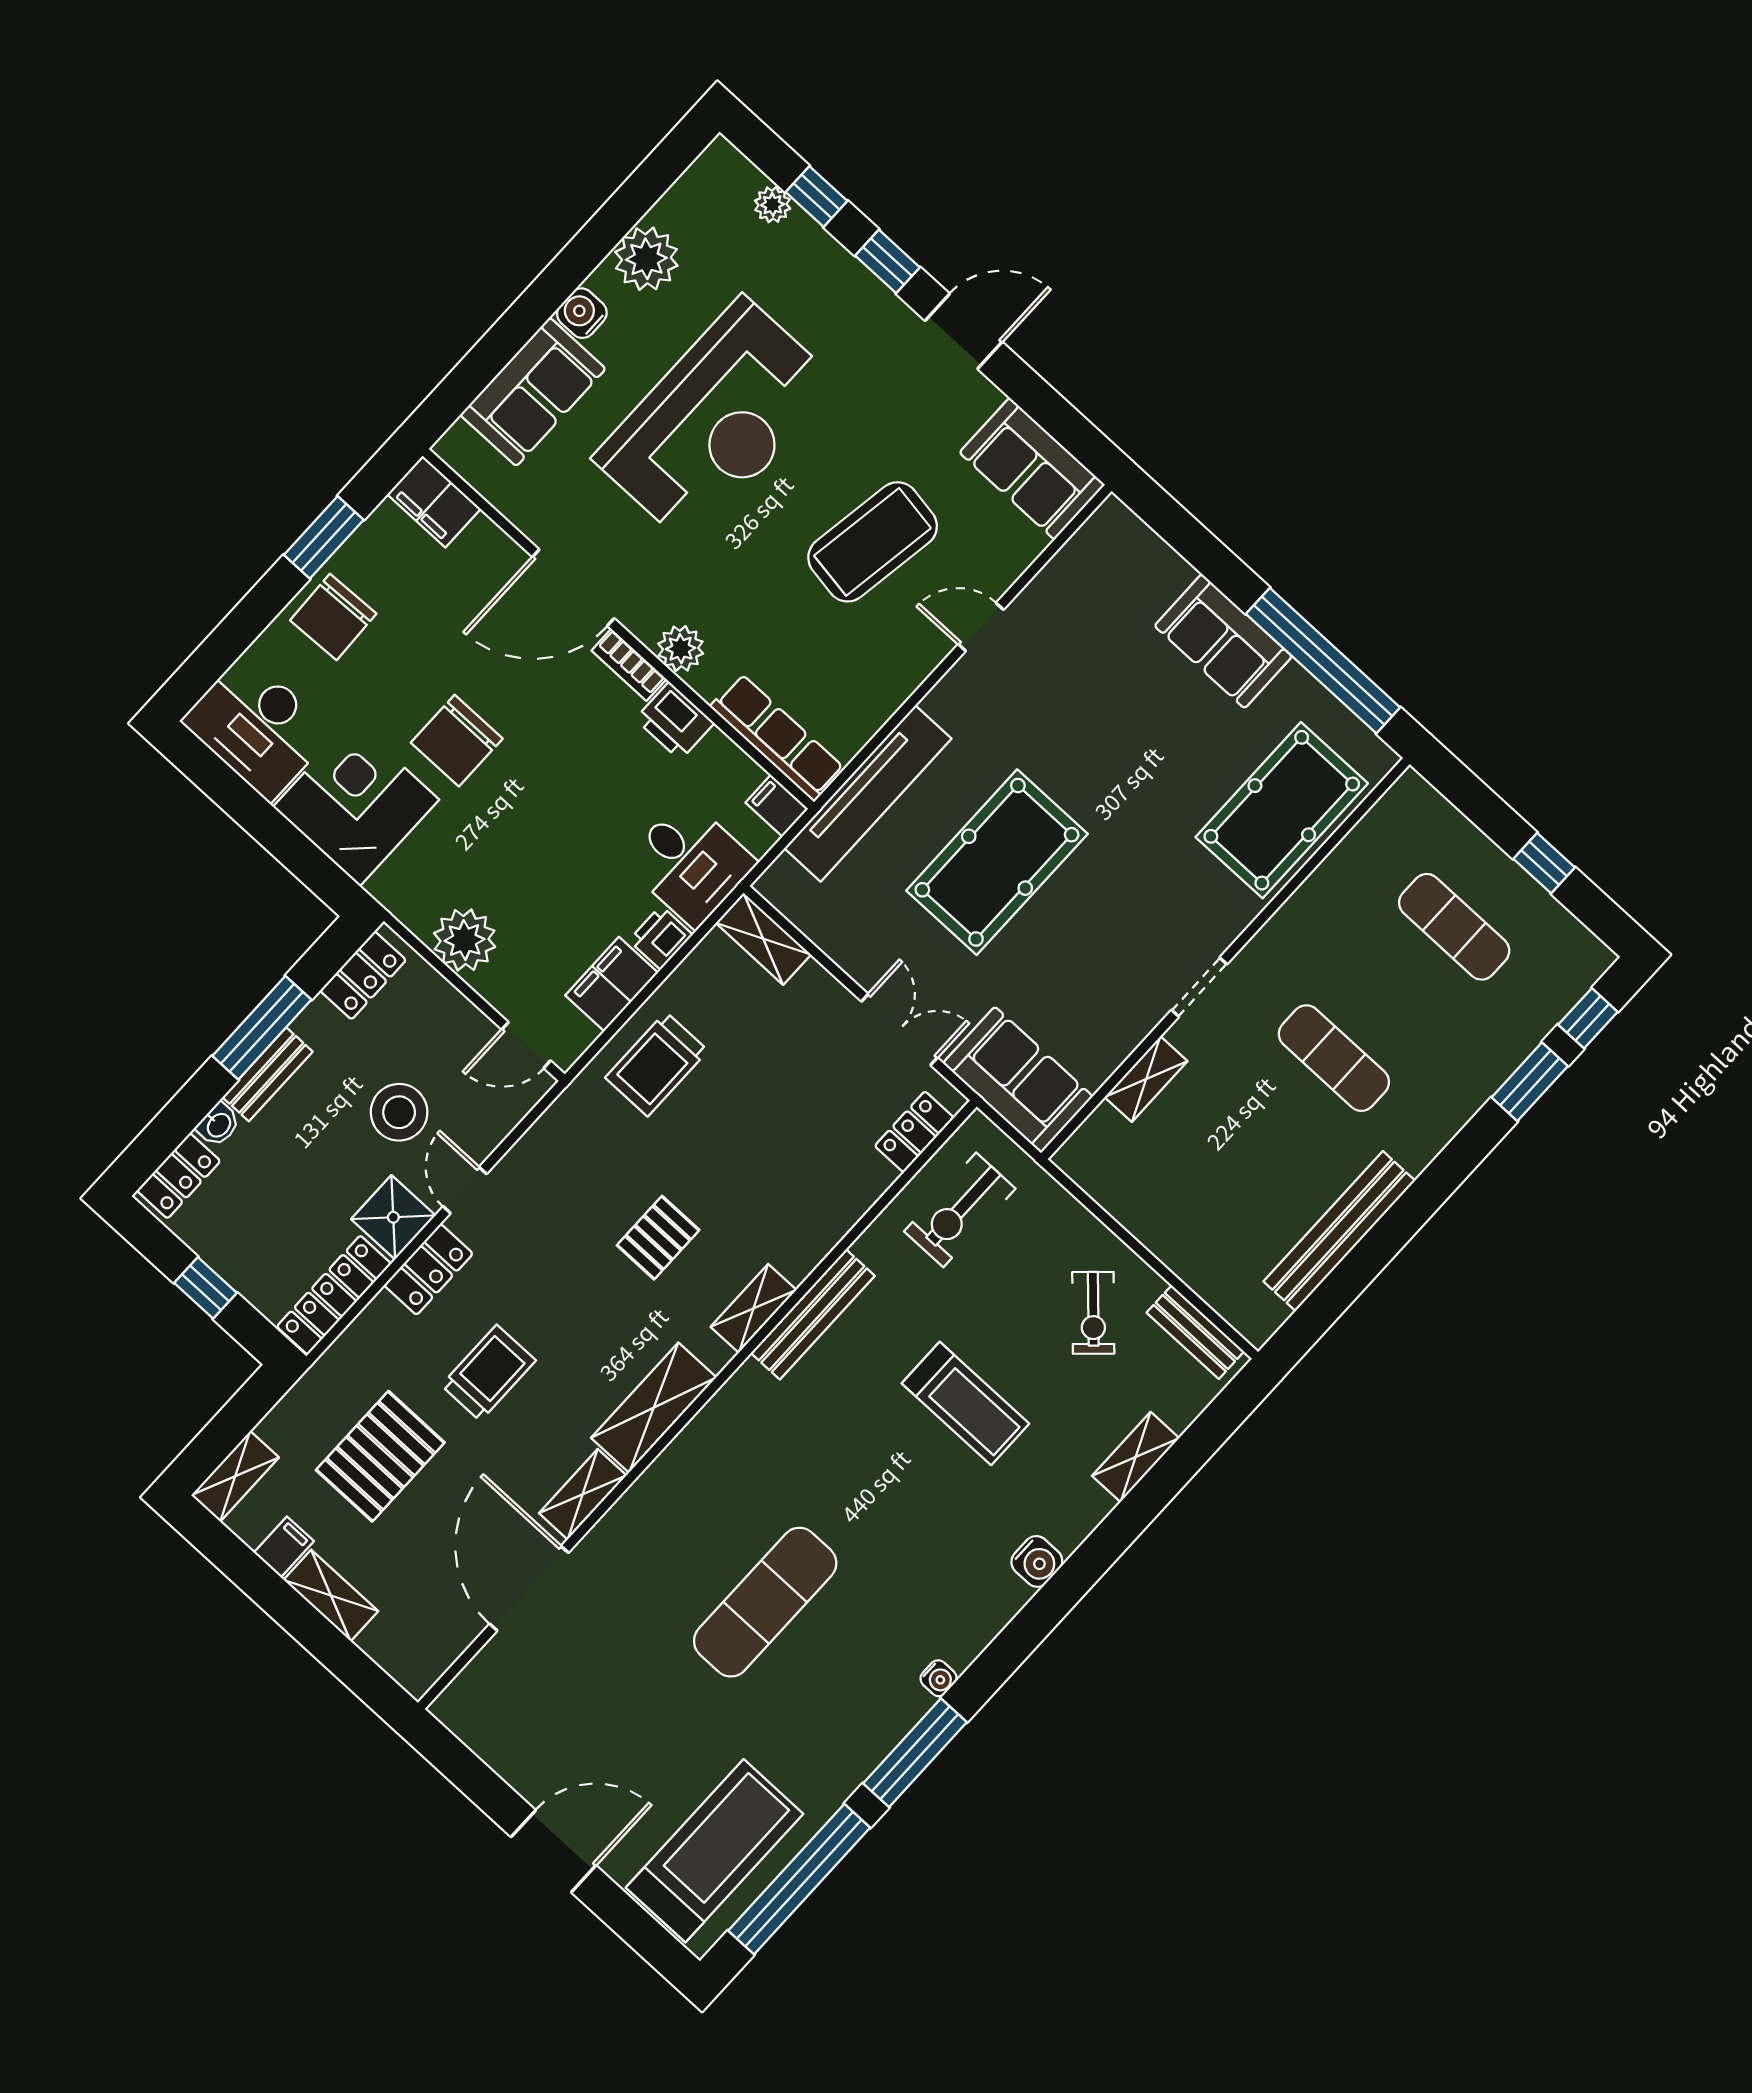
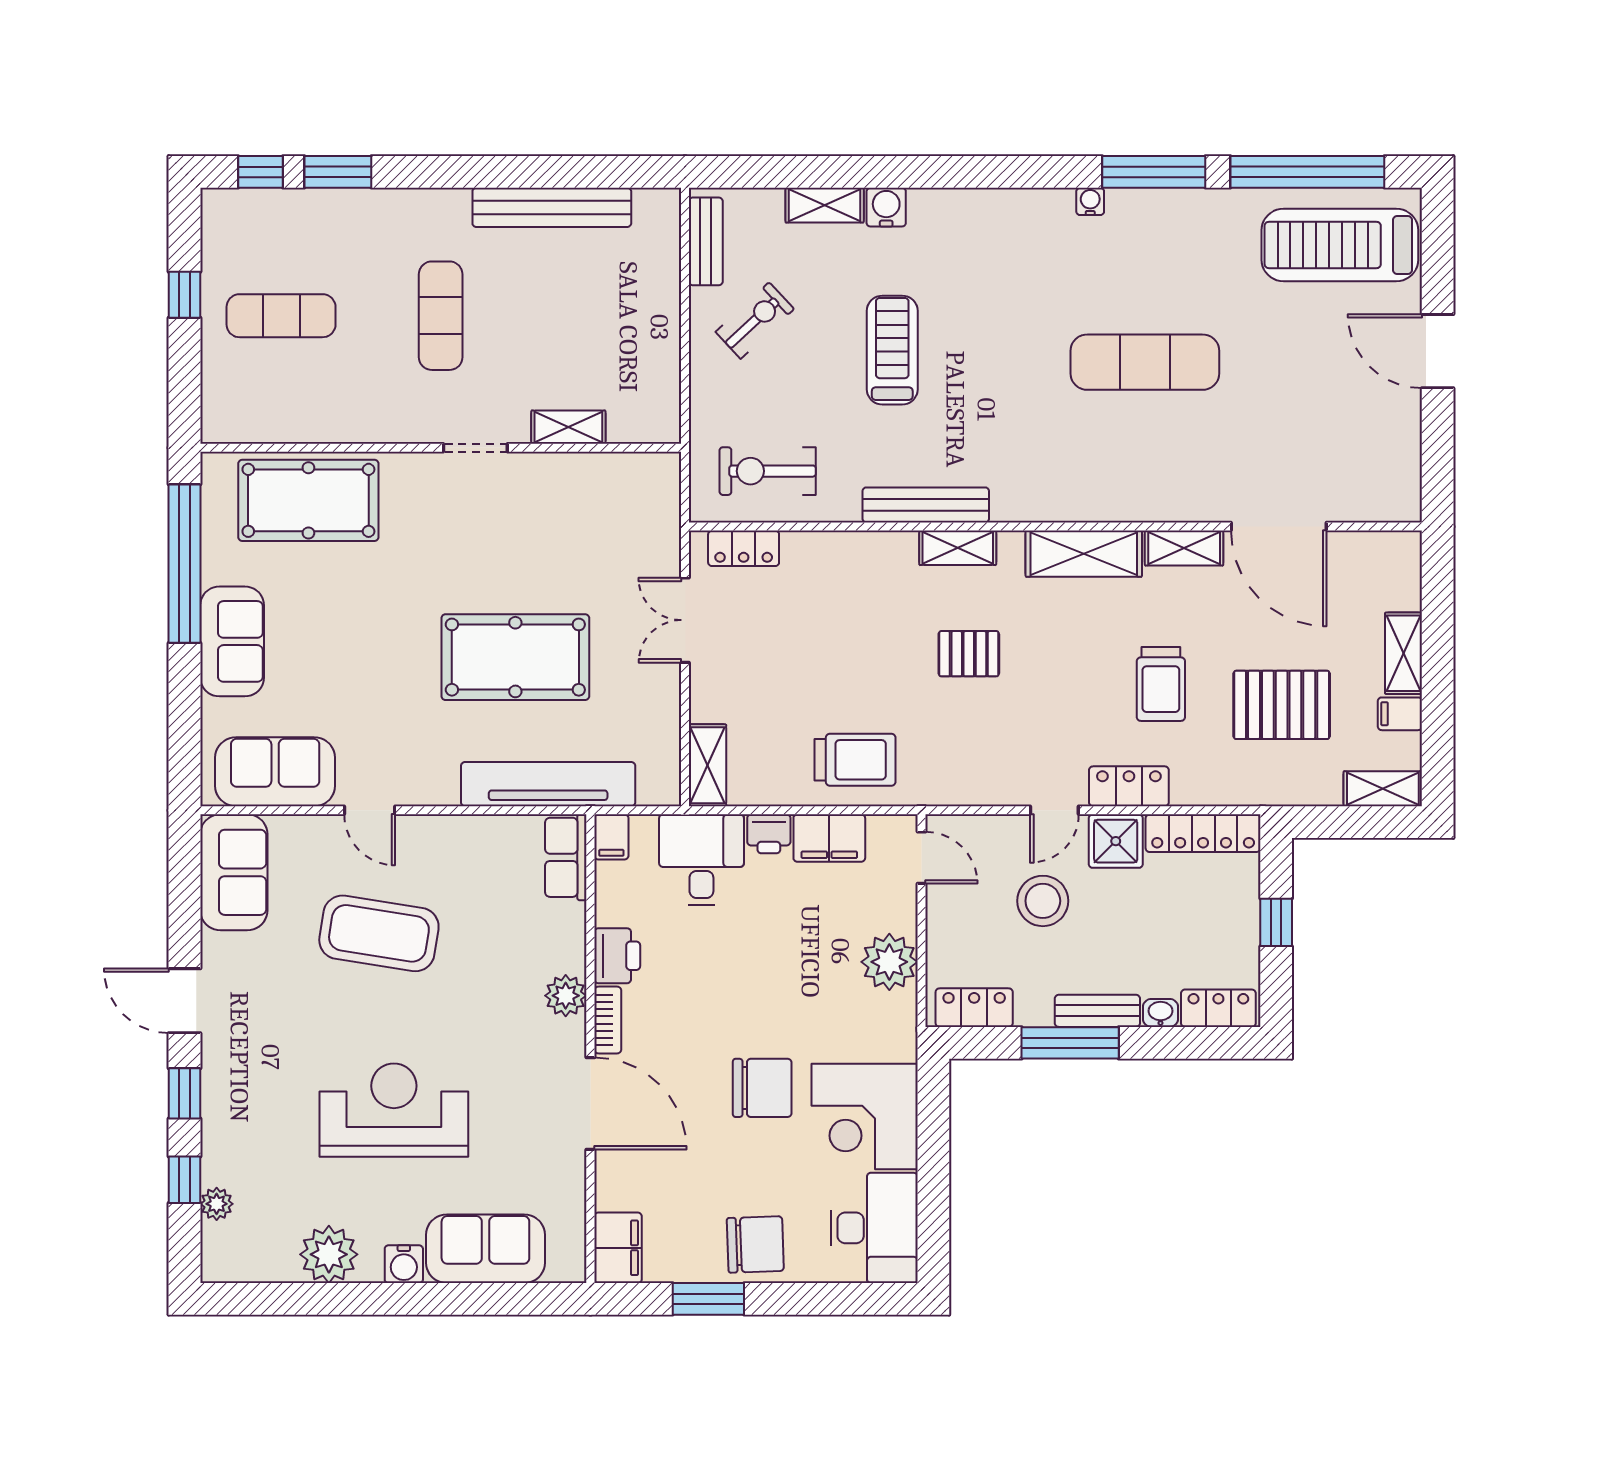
reception desk: (716, 421) -> (394, 1110), width x0.74, depth x0.77
row of seats: (777, 737) -> (566, 857), width x0.68
exercise mat: (1454, 927) -> (281, 316), turned 90
sofa: (1018, 1080) -> (275, 772), moved, turned 90
exercise bike: (960, 1210) -> (768, 471), turned 180
trolley: (488, 1373) -> (1161, 684), turned -90
water cooler: (1037, 1561) -> (886, 207), moved
door: (529, 1588) -> (1279, 527), hinge flipped

